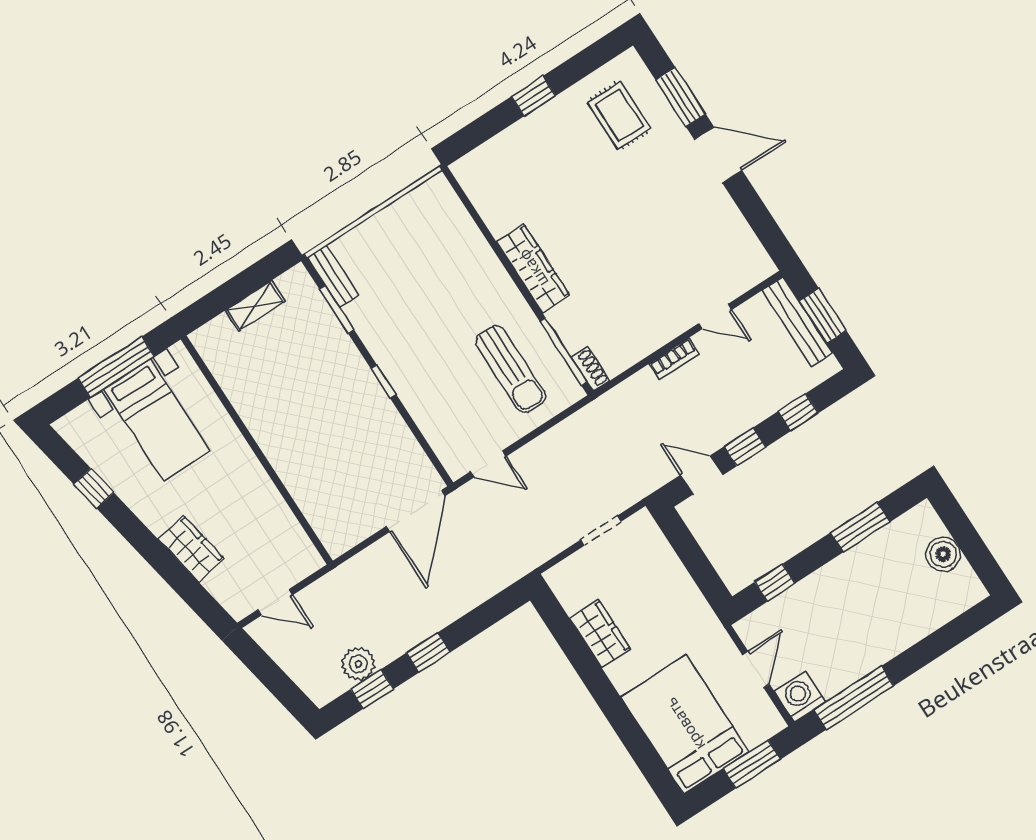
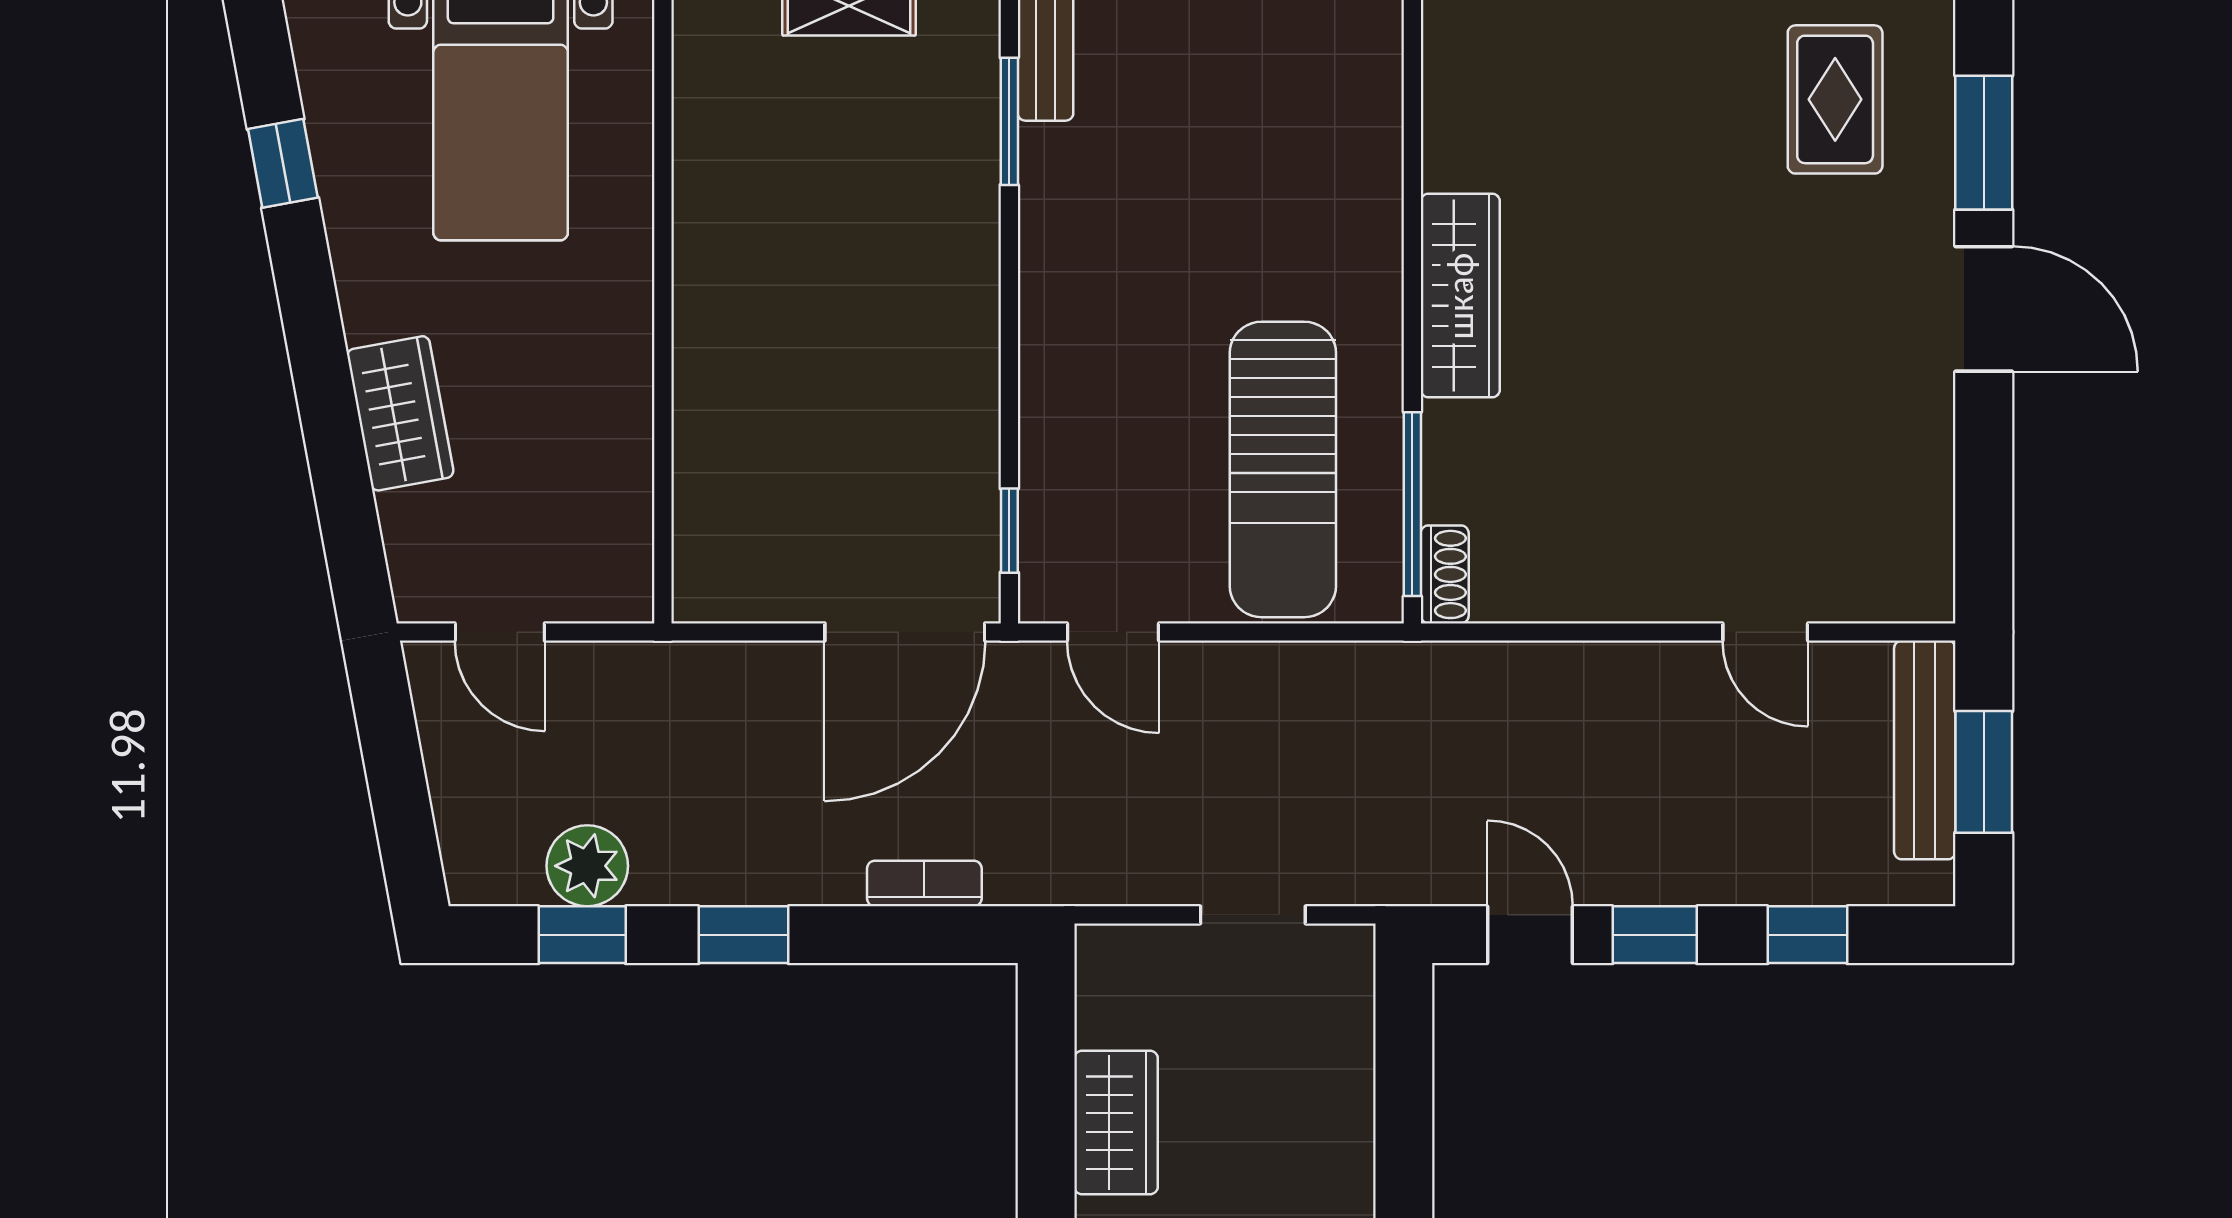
bookcase: (674, 359) -> (924, 884), moved, turned 180
sun lounger: (511, 369) -> (1283, 469), width x1.36, depth x1.34
window: (383, 381) -> (1009, 531), moved

